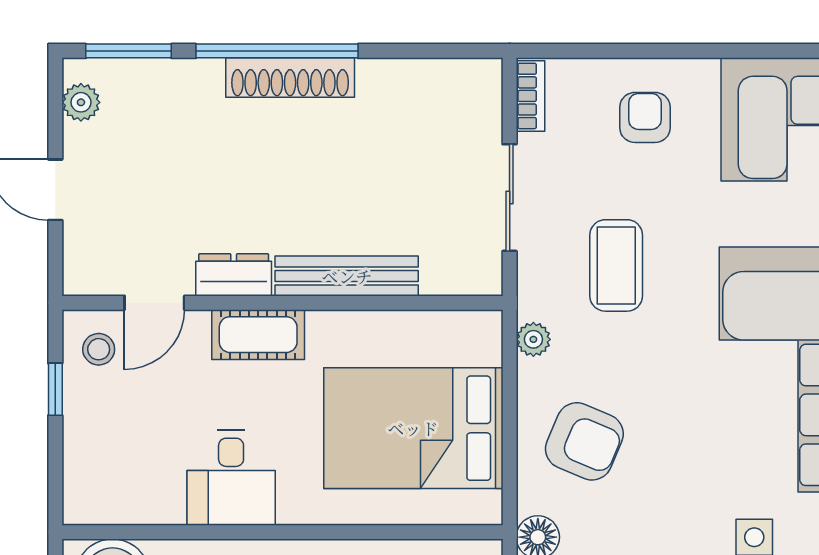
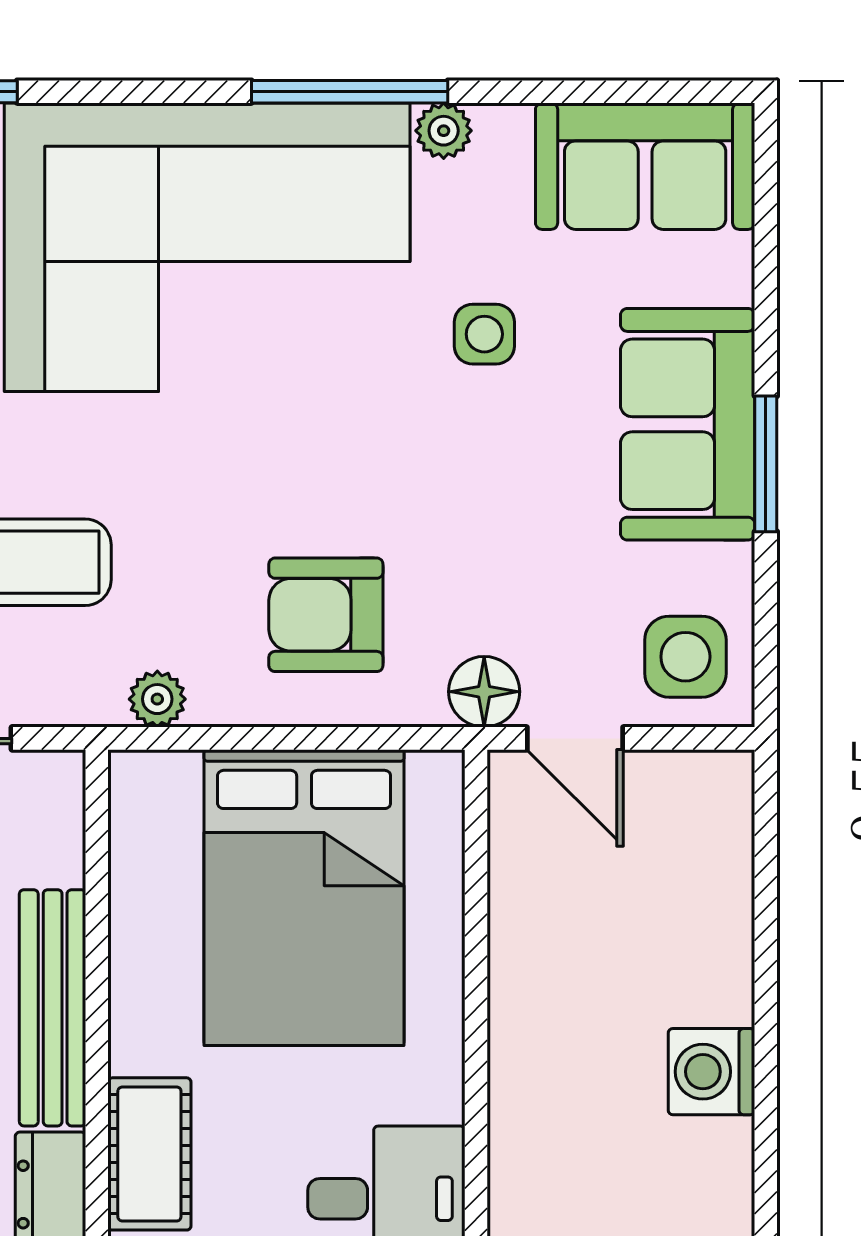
armchair: (584, 441) -> (326, 615), turned -113

